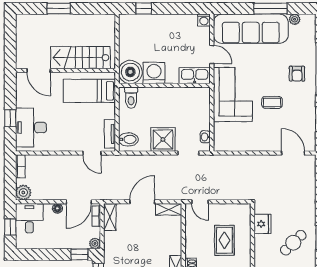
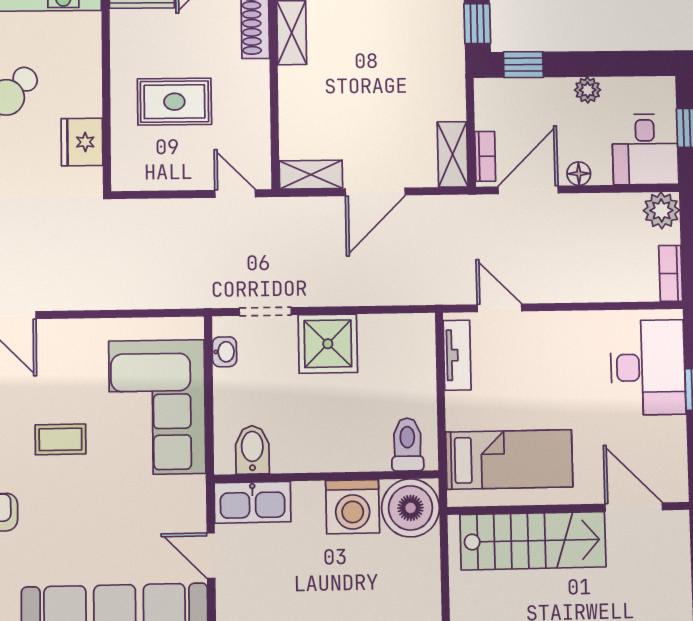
corner sofa: (233, 94) -> (157, 407), moved
bidet: (128, 139) -> (252, 450), moved, turned 90
rug: (224, 240) -> (174, 102), turned 90
plant: (95, 243) -> (588, 90), moved

